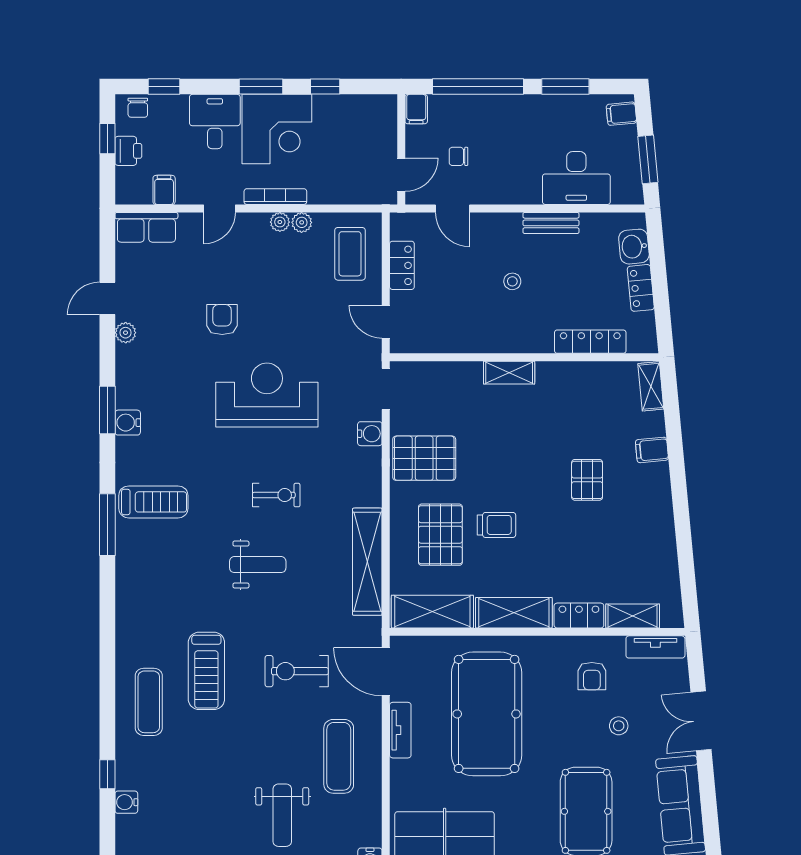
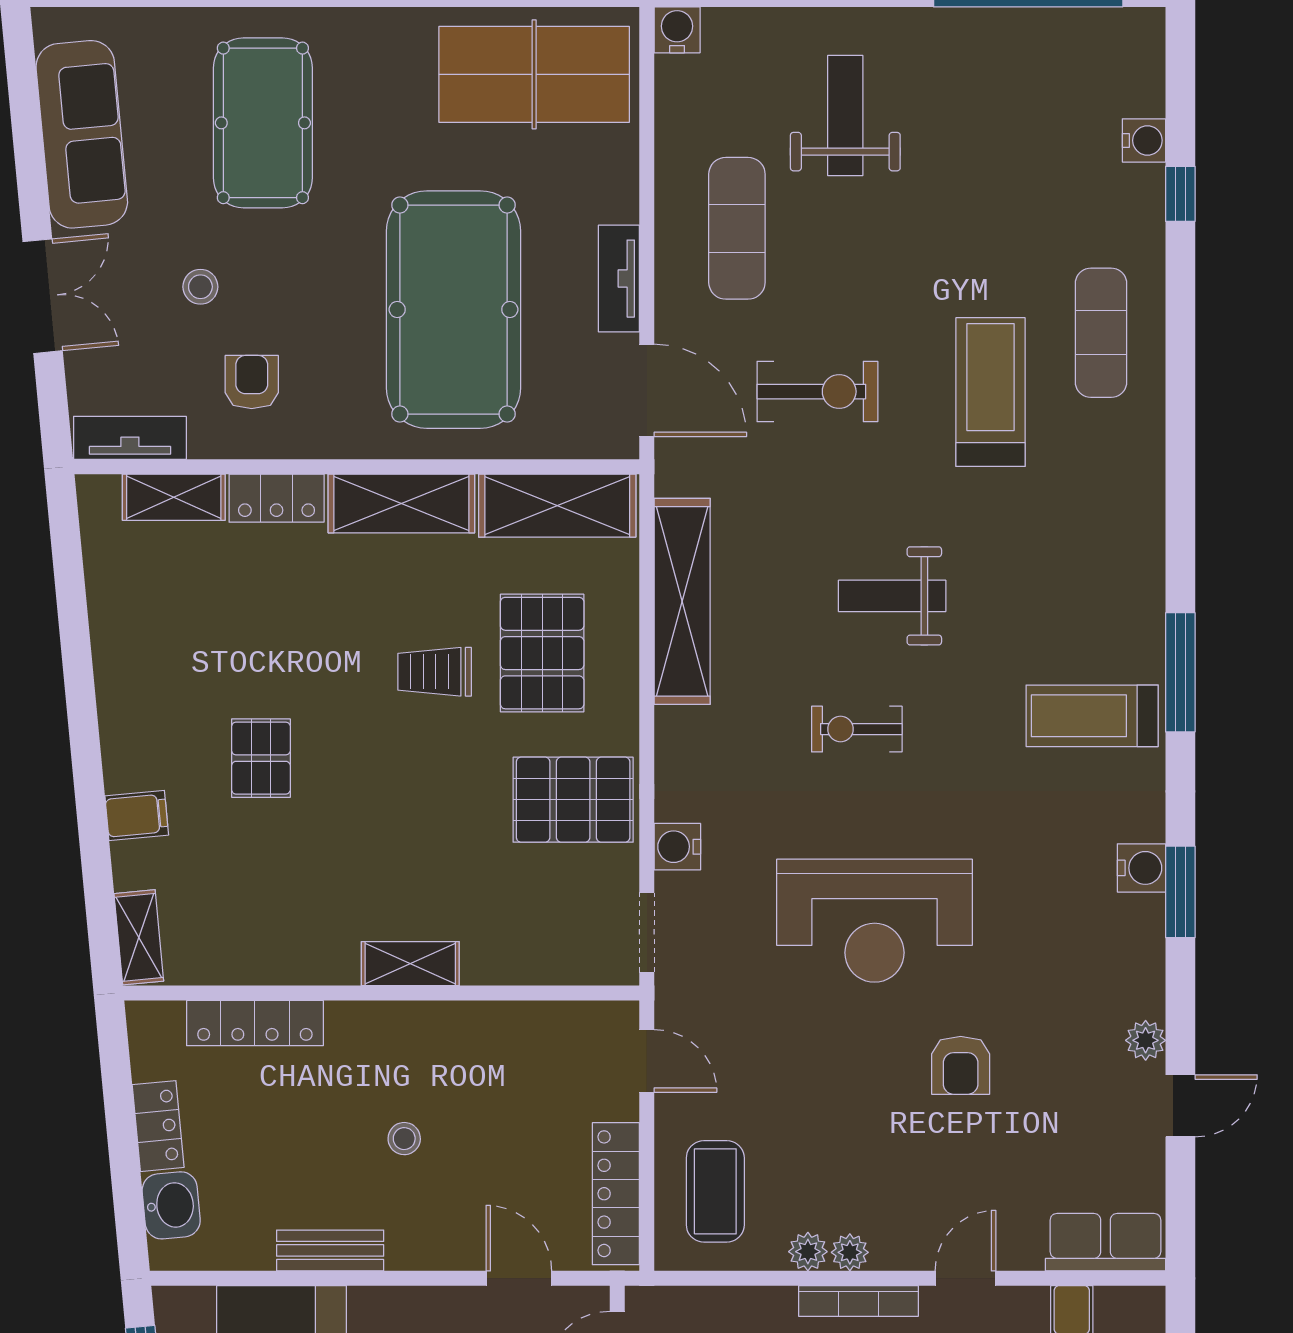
locker: (402, 265) -> (616, 1194), width x1.53

